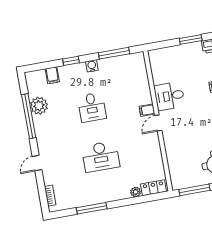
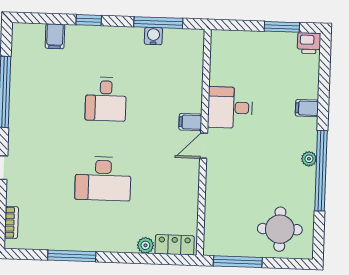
water cooler: (92, 66) -> (153, 36), moved
plant: (39, 106) -> (24, 79), removed

